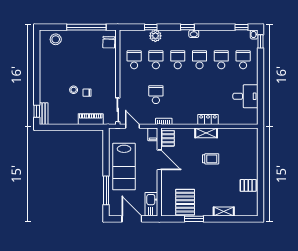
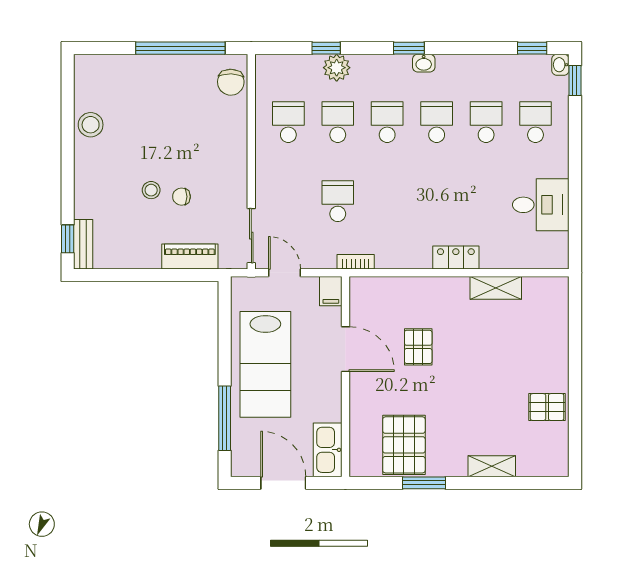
stool: (56, 39) -> (91, 125), moved
shelving: (206, 133) -> (496, 288), moved
pallet: (168, 138) -> (418, 347), moved
trolley: (211, 159) -> (462, 347), removed

